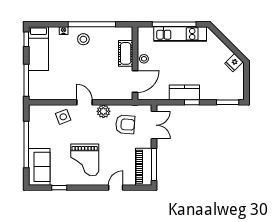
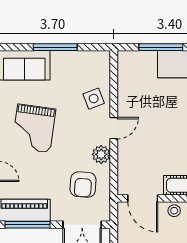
window: (26, 80) -> (161, 47), moved
window: (26, 145) -> (55, 47), width x0.68
grand piano: (85, 160) -> (34, 128), turned -82

